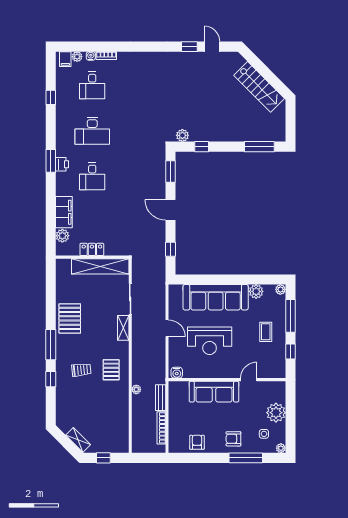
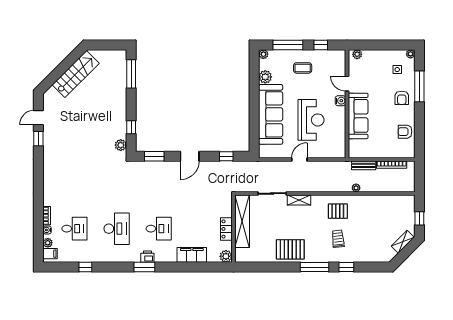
plant: (62, 236) -> (226, 256), moved
water cooler: (177, 373) -> (340, 101), moved
plant: (276, 413) -> (357, 54), moved, width x0.53, depth x0.53

